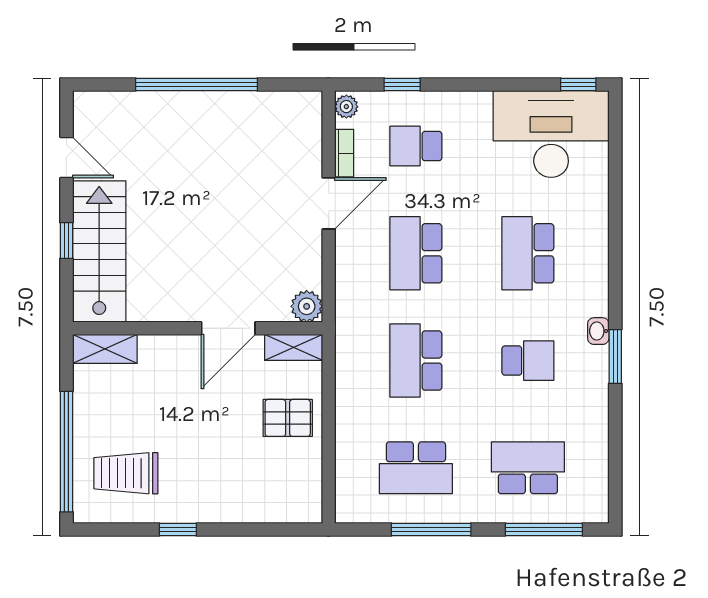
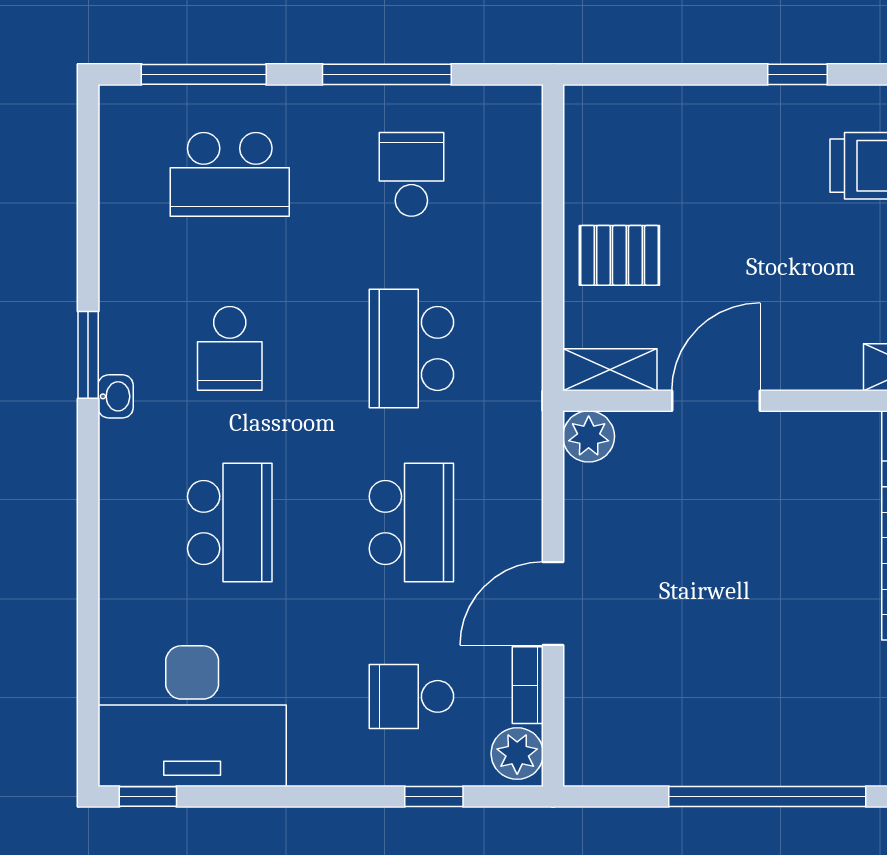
plant: (346, 107) -> (517, 753), width x1.38, depth x1.38
school desk: (416, 146) -> (411, 696), turned 180
school desk: (416, 361) -> (411, 348), turned 180
school desk: (528, 361) -> (230, 348), turned -90
school desk: (416, 468) -> (411, 174), width x0.54

